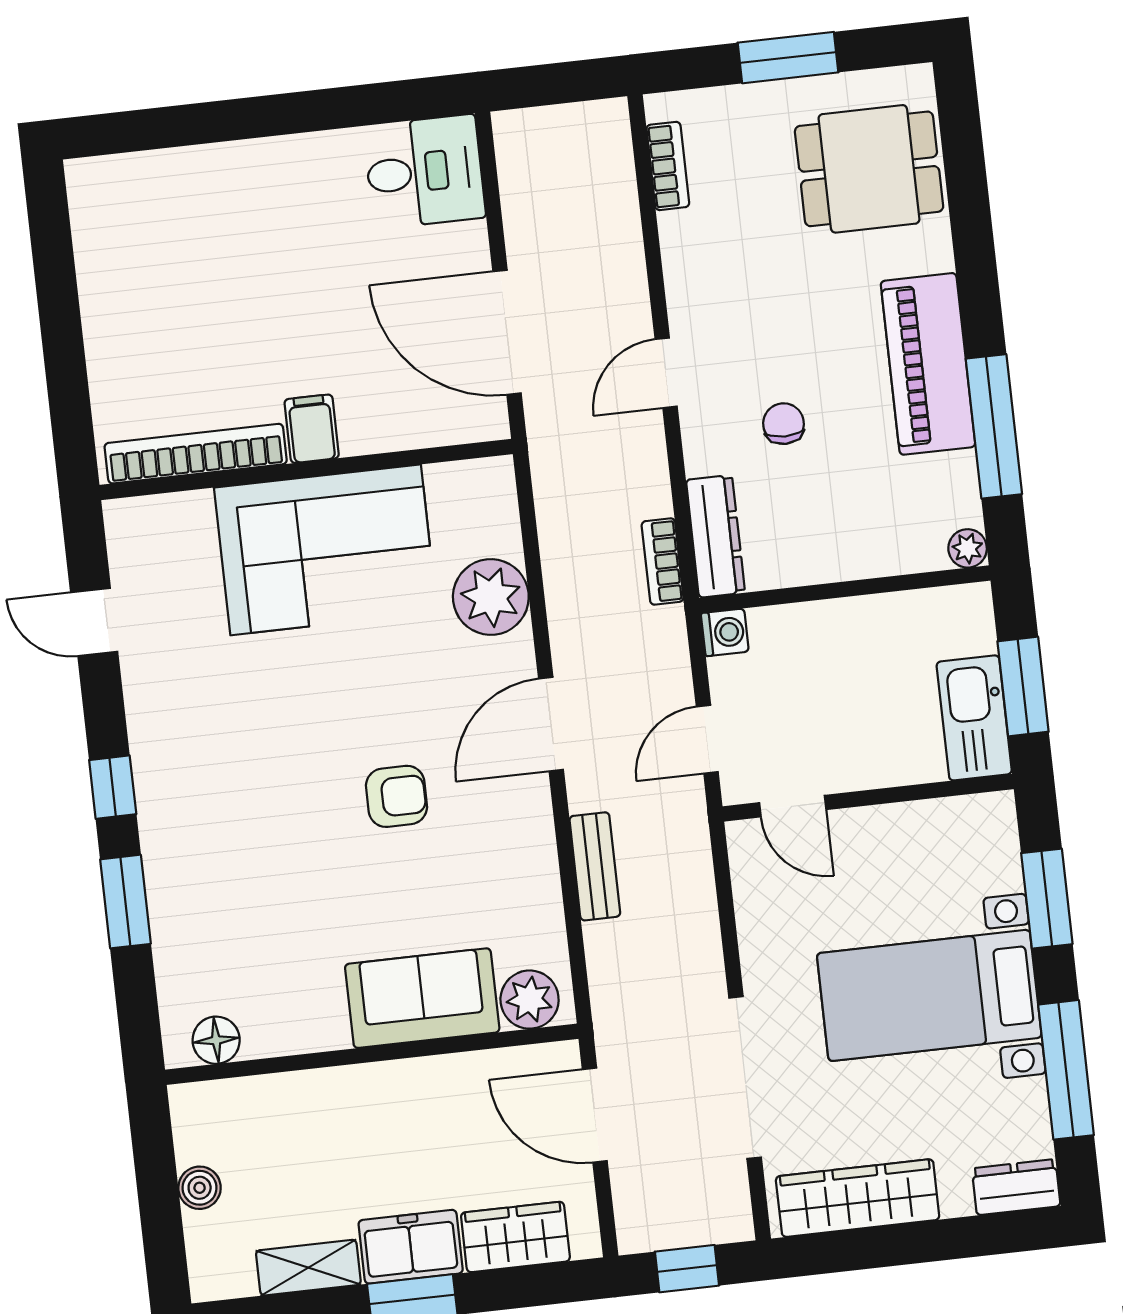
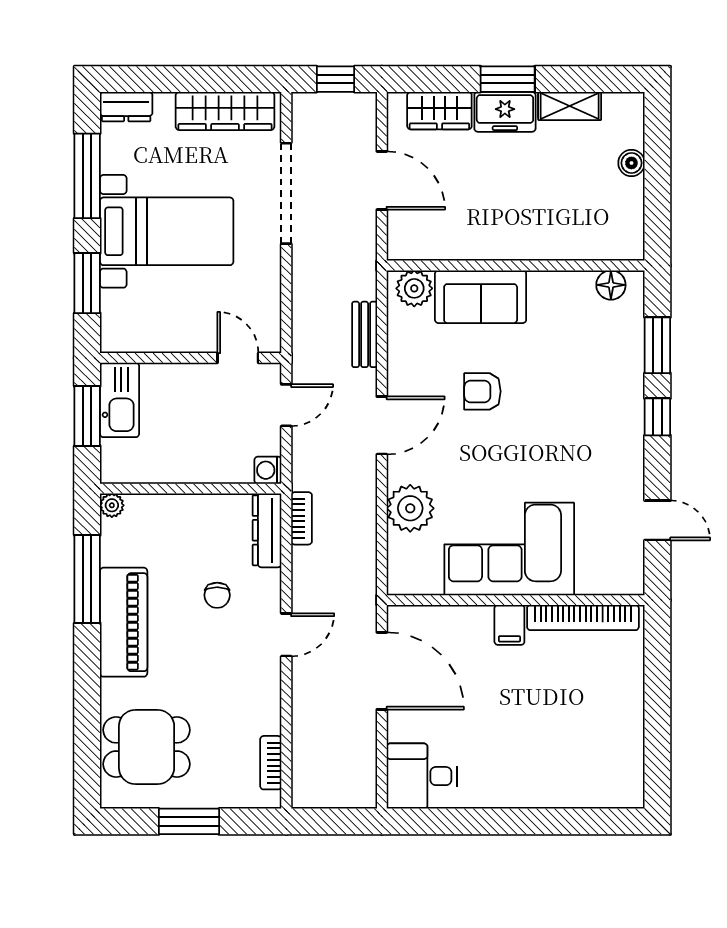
sofa: (422, 998) -> (481, 297), moved
plant: (530, 1000) -> (414, 288), moved
floor lamp: (216, 1040) -> (611, 285), moved
wall: (372, 1054) -> (516, 266), moved

